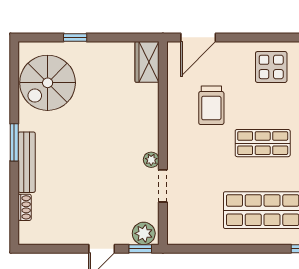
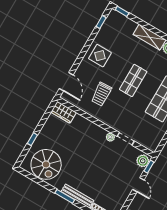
trolley: (211, 105) -> (101, 94), turned 86

